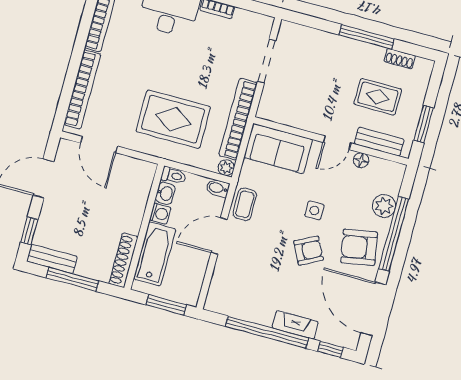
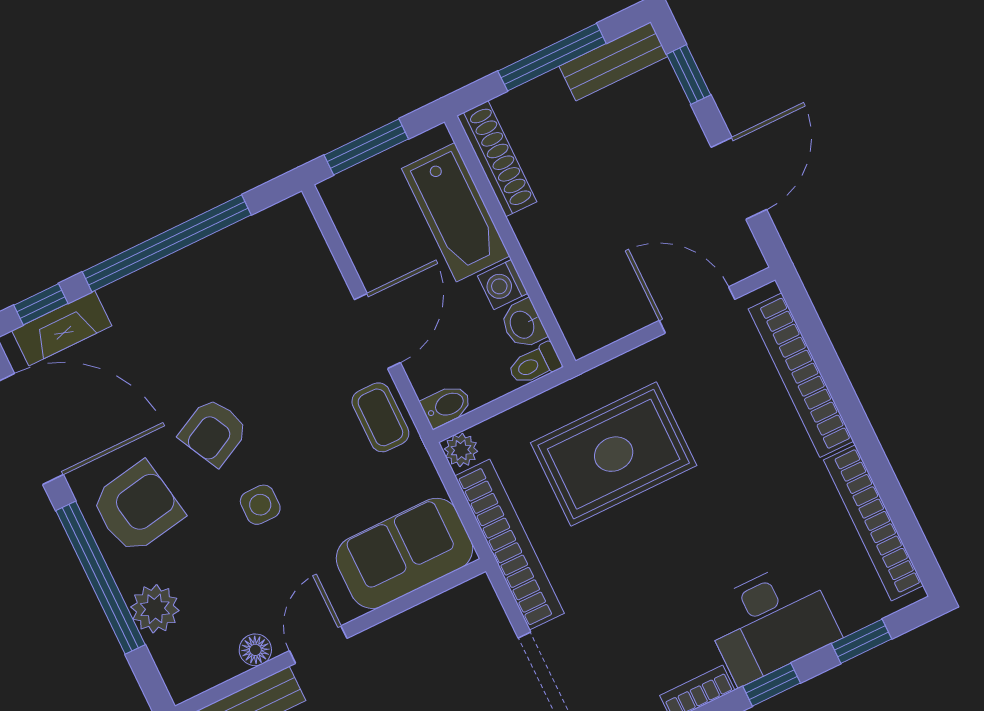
fireplace: (295, 325) -> (62, 328), moved

